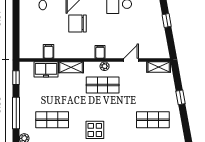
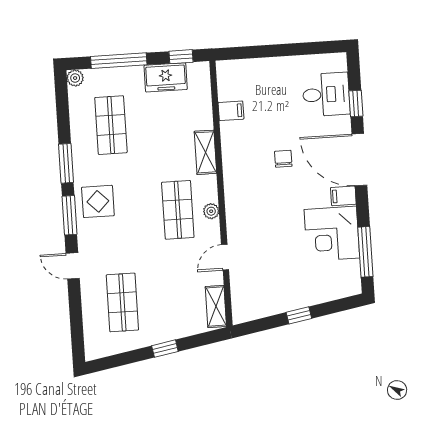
chair: (77, 24) -> (283, 159), width x0.54, depth x0.54
filing cabinet: (100, 52) -> (236, 202), removed
door: (131, 60) -> (225, 257), swing flipped
freezer: (46, 69) -> (166, 77), moved, turned -90

